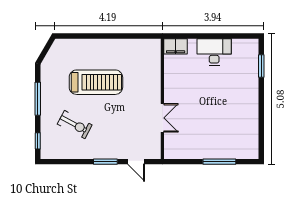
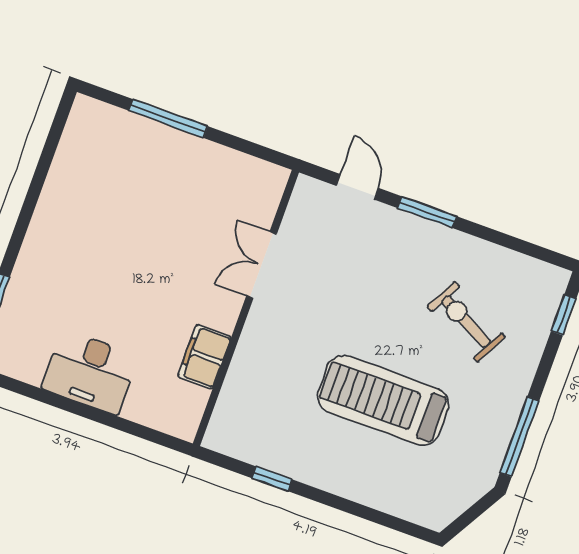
window: (128, 36) -> (272, 479), added
filing cabinet: (176, 46) -> (204, 357), moved, turned -90
window: (38, 99) -> (519, 437), moved

